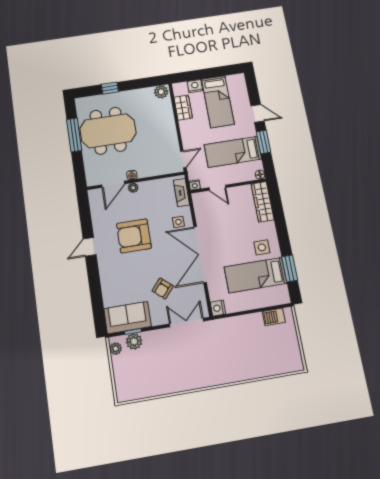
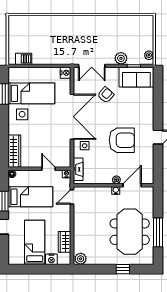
meeting table: (108, 131) -> (130, 232), turned 90
plant: (134, 341) -> (121, 58), moved

